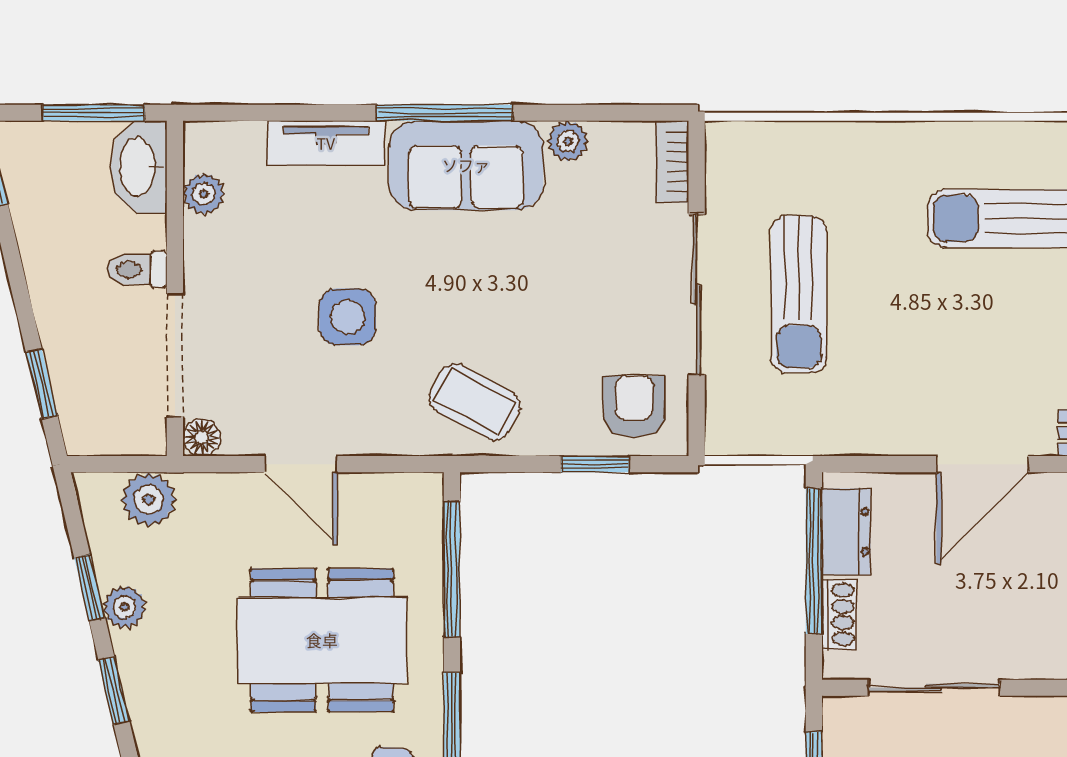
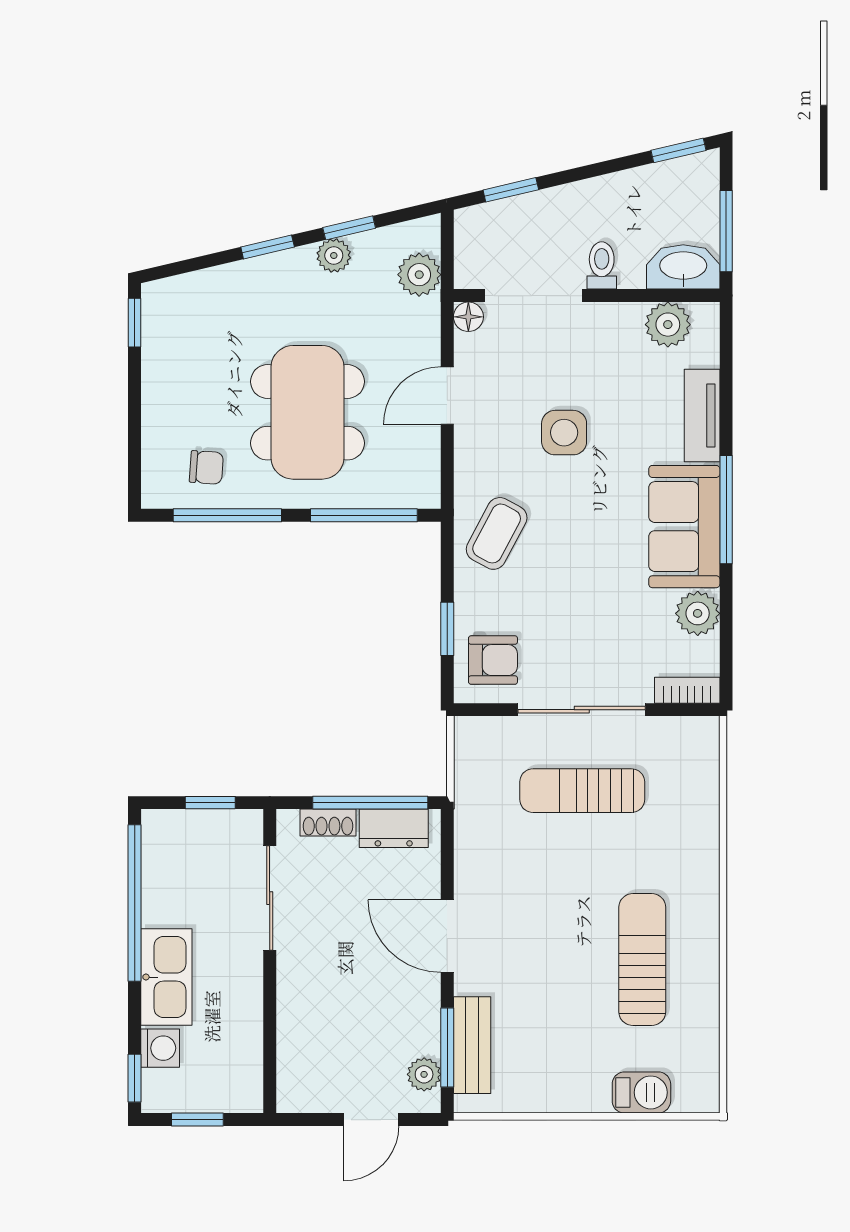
plant: (568, 141) -> (698, 613), width x1.38, depth x1.38
plant: (204, 194) -> (668, 325), width x1.38, depth x1.38

